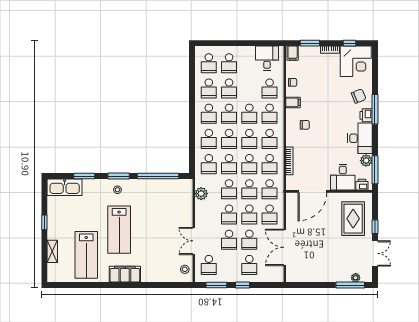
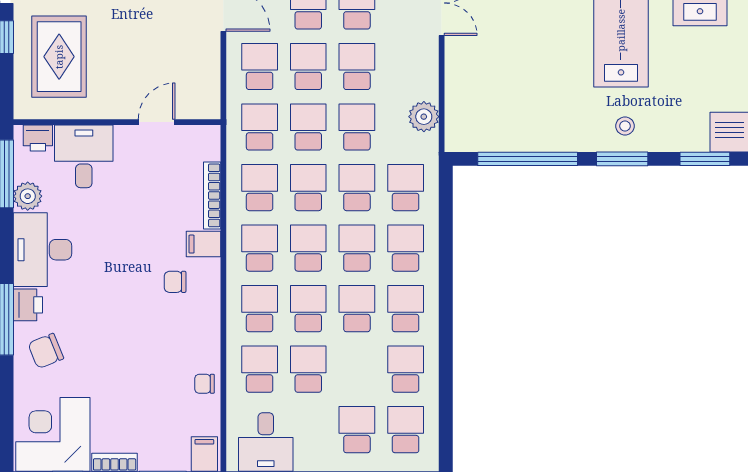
school desk: (229, 88) -> (308, 369), moved
filing cabinet: (293, 102) -> (204, 244), moved
door: (312, 191) -> (157, 122), width x0.53

